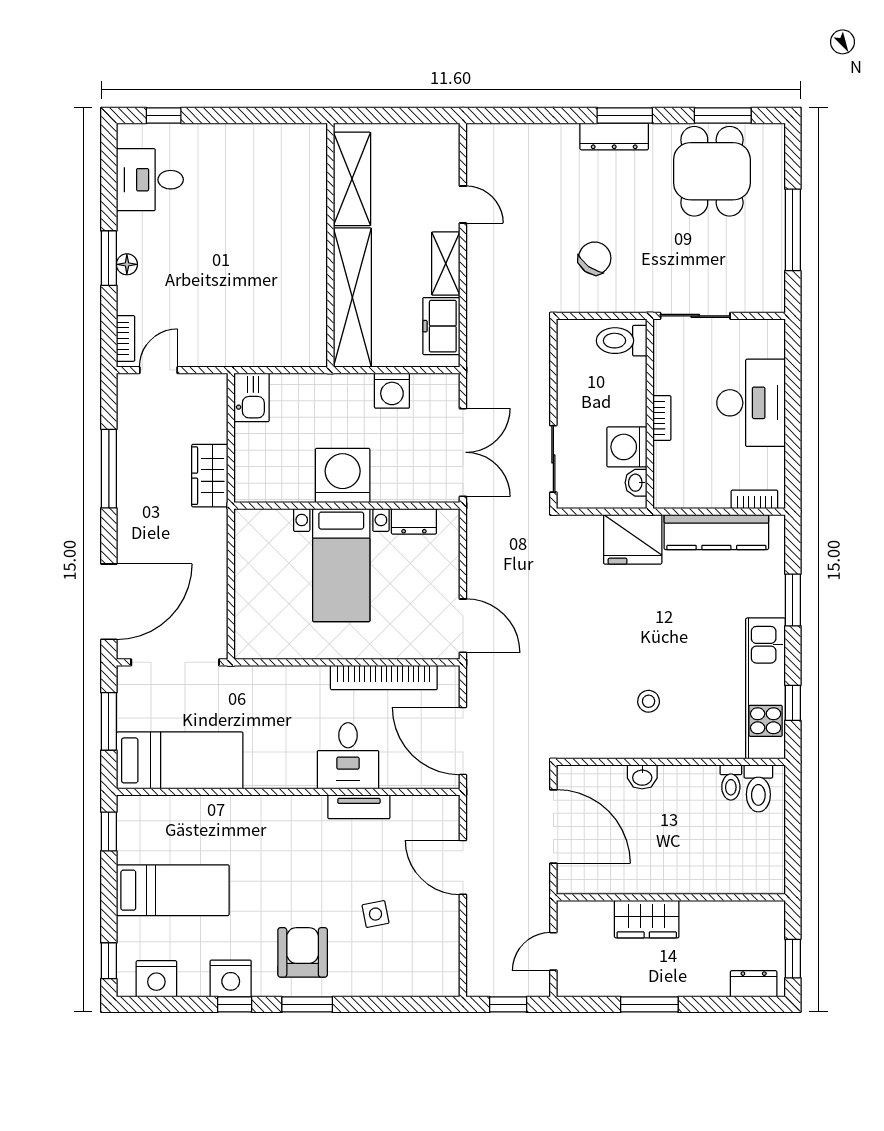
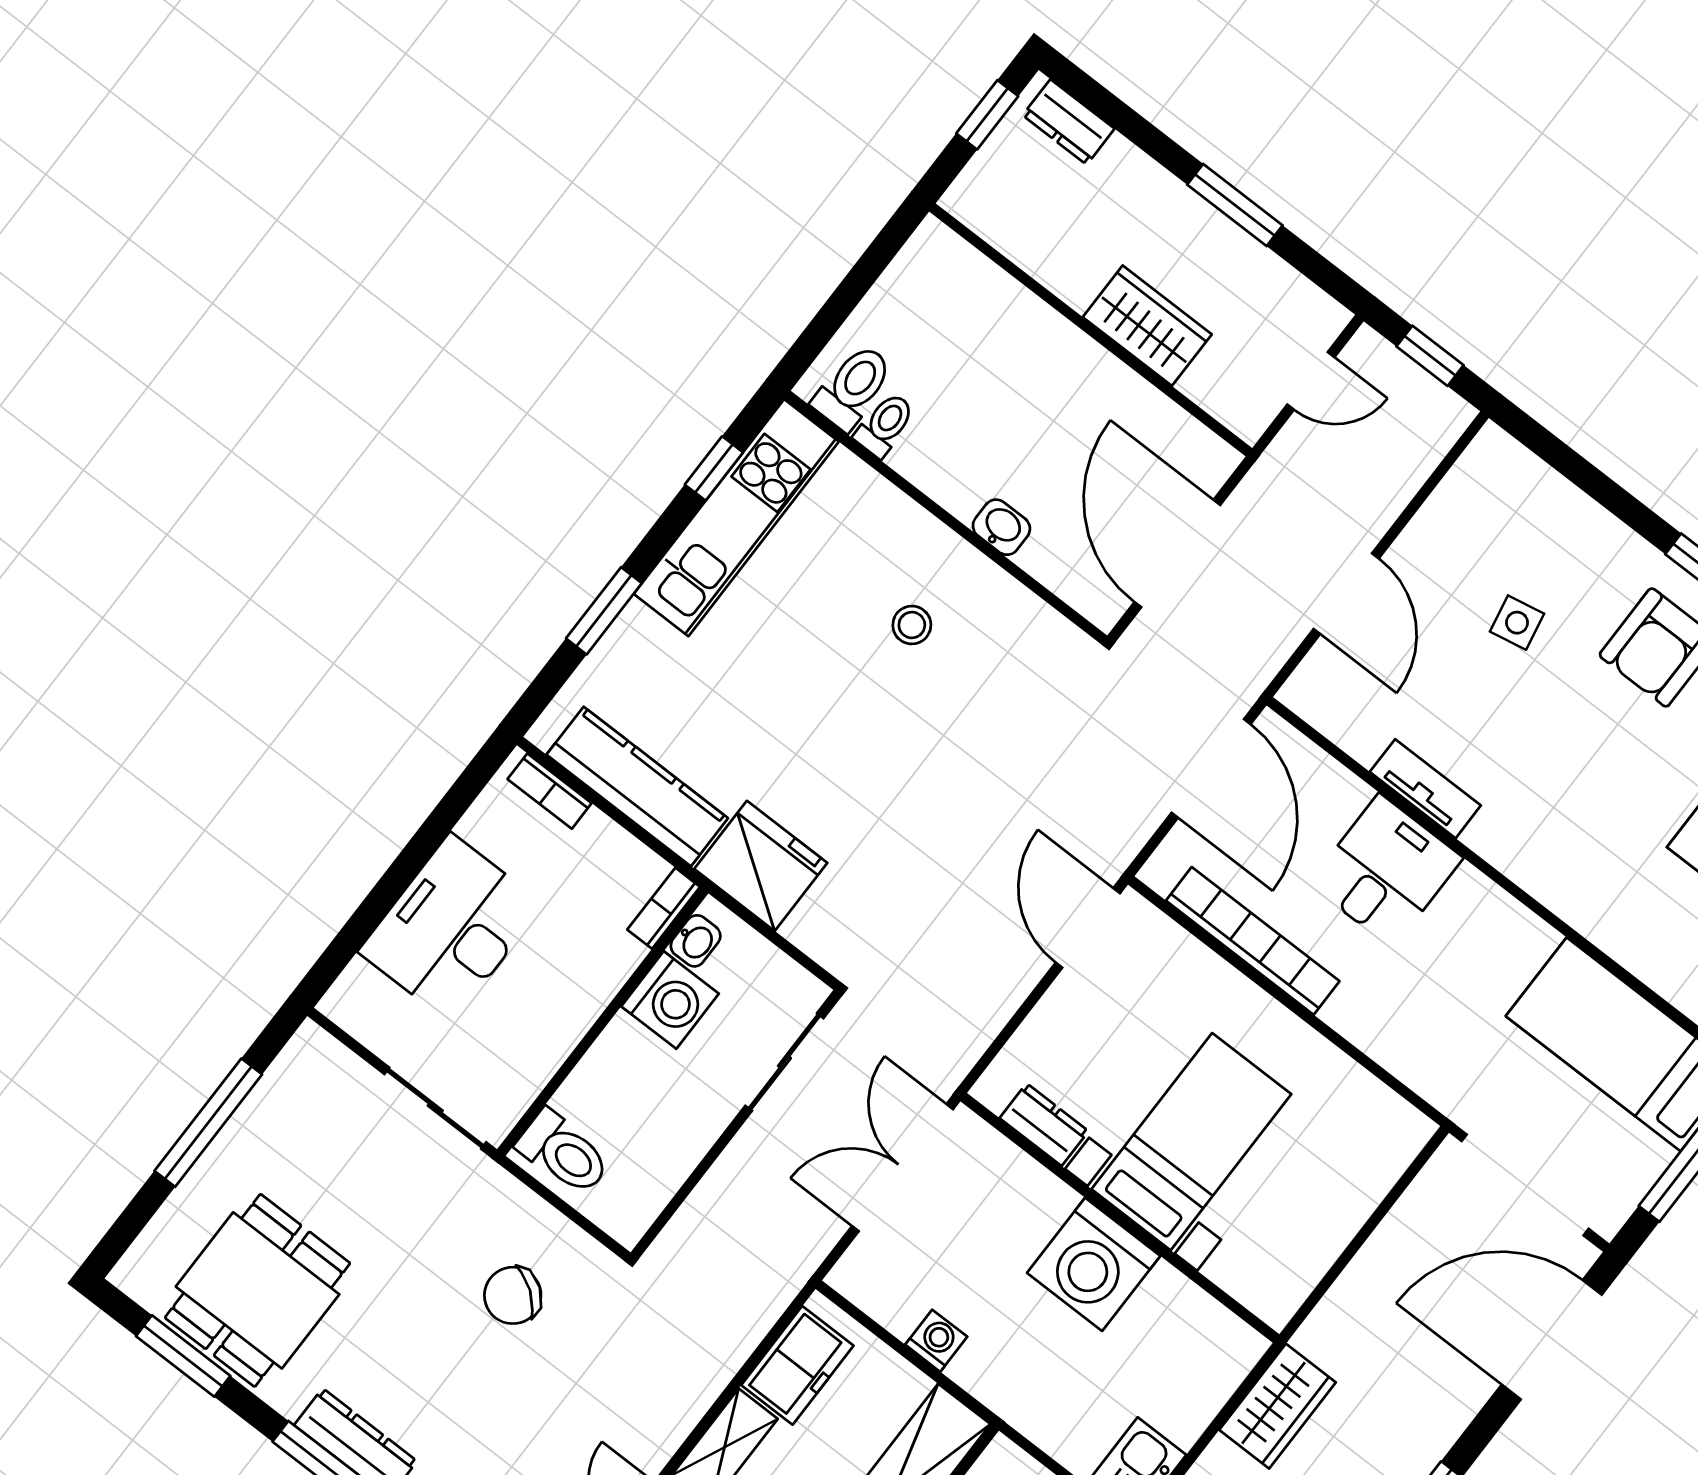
washing machine: (392, 391) -> (936, 1341), width x0.73, depth x0.73
bookcase: (662, 418) -> (664, 908), moved

